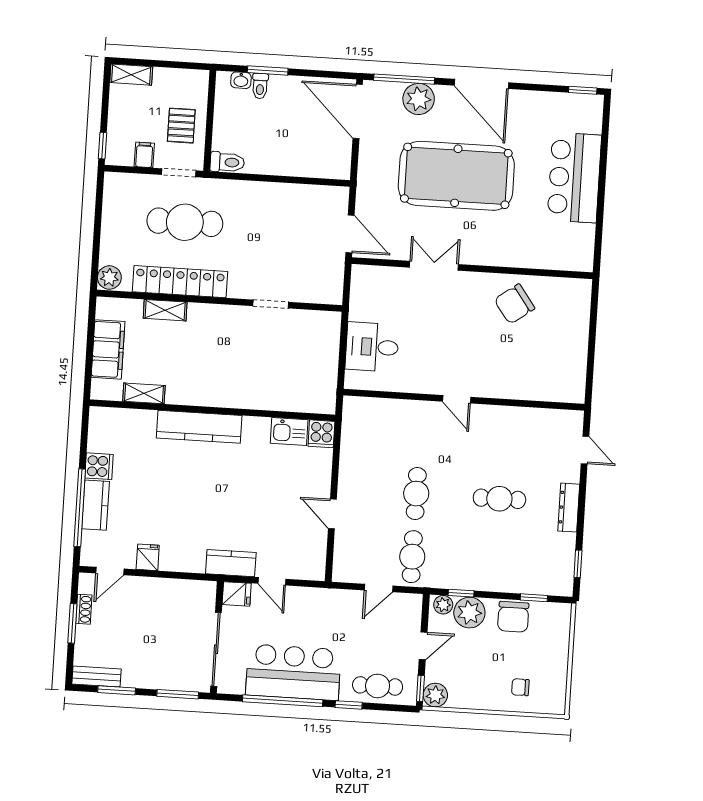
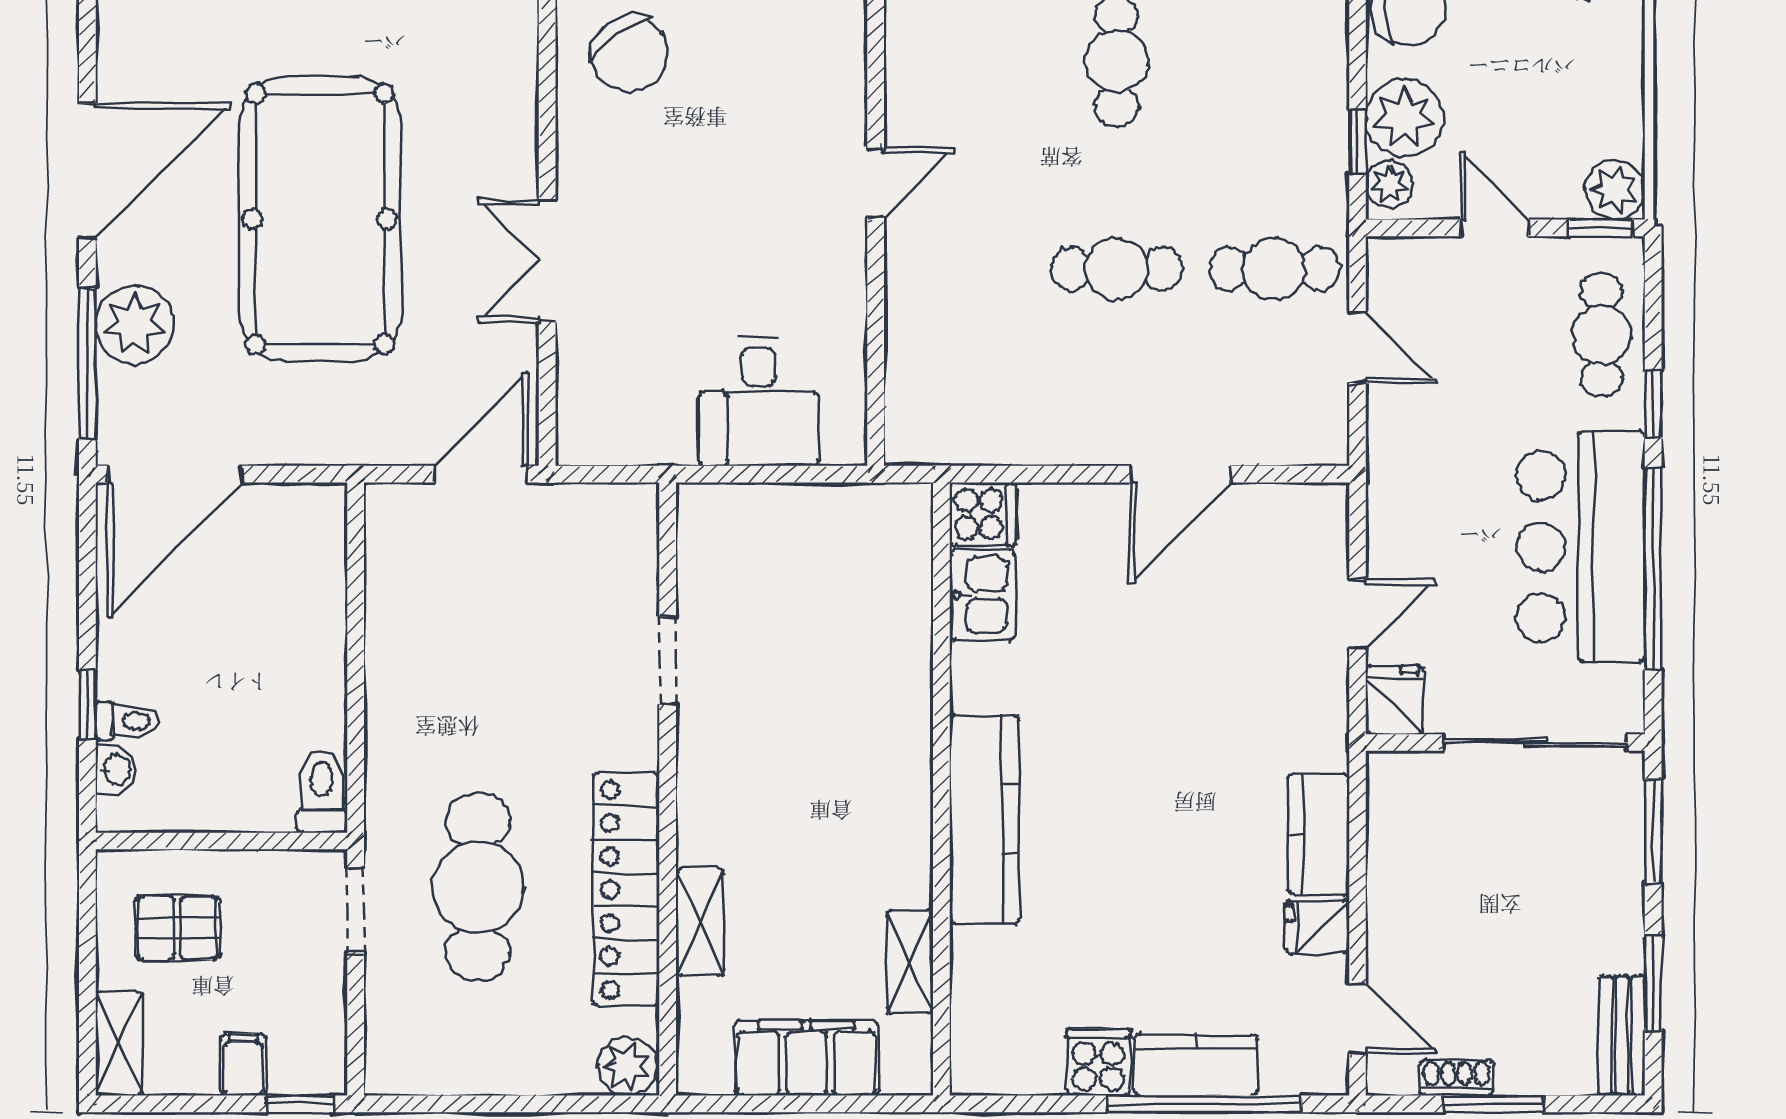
window: (268, 70) -> (87, 705), width x0.67
pallet: (181, 126) -> (177, 928), moved
filing cabinet: (144, 155) -> (243, 1065), moved, turned 90
door: (332, 514) -> (1180, 474), width x1.38
kitchen counter: (231, 563) -> (1319, 835), moved

